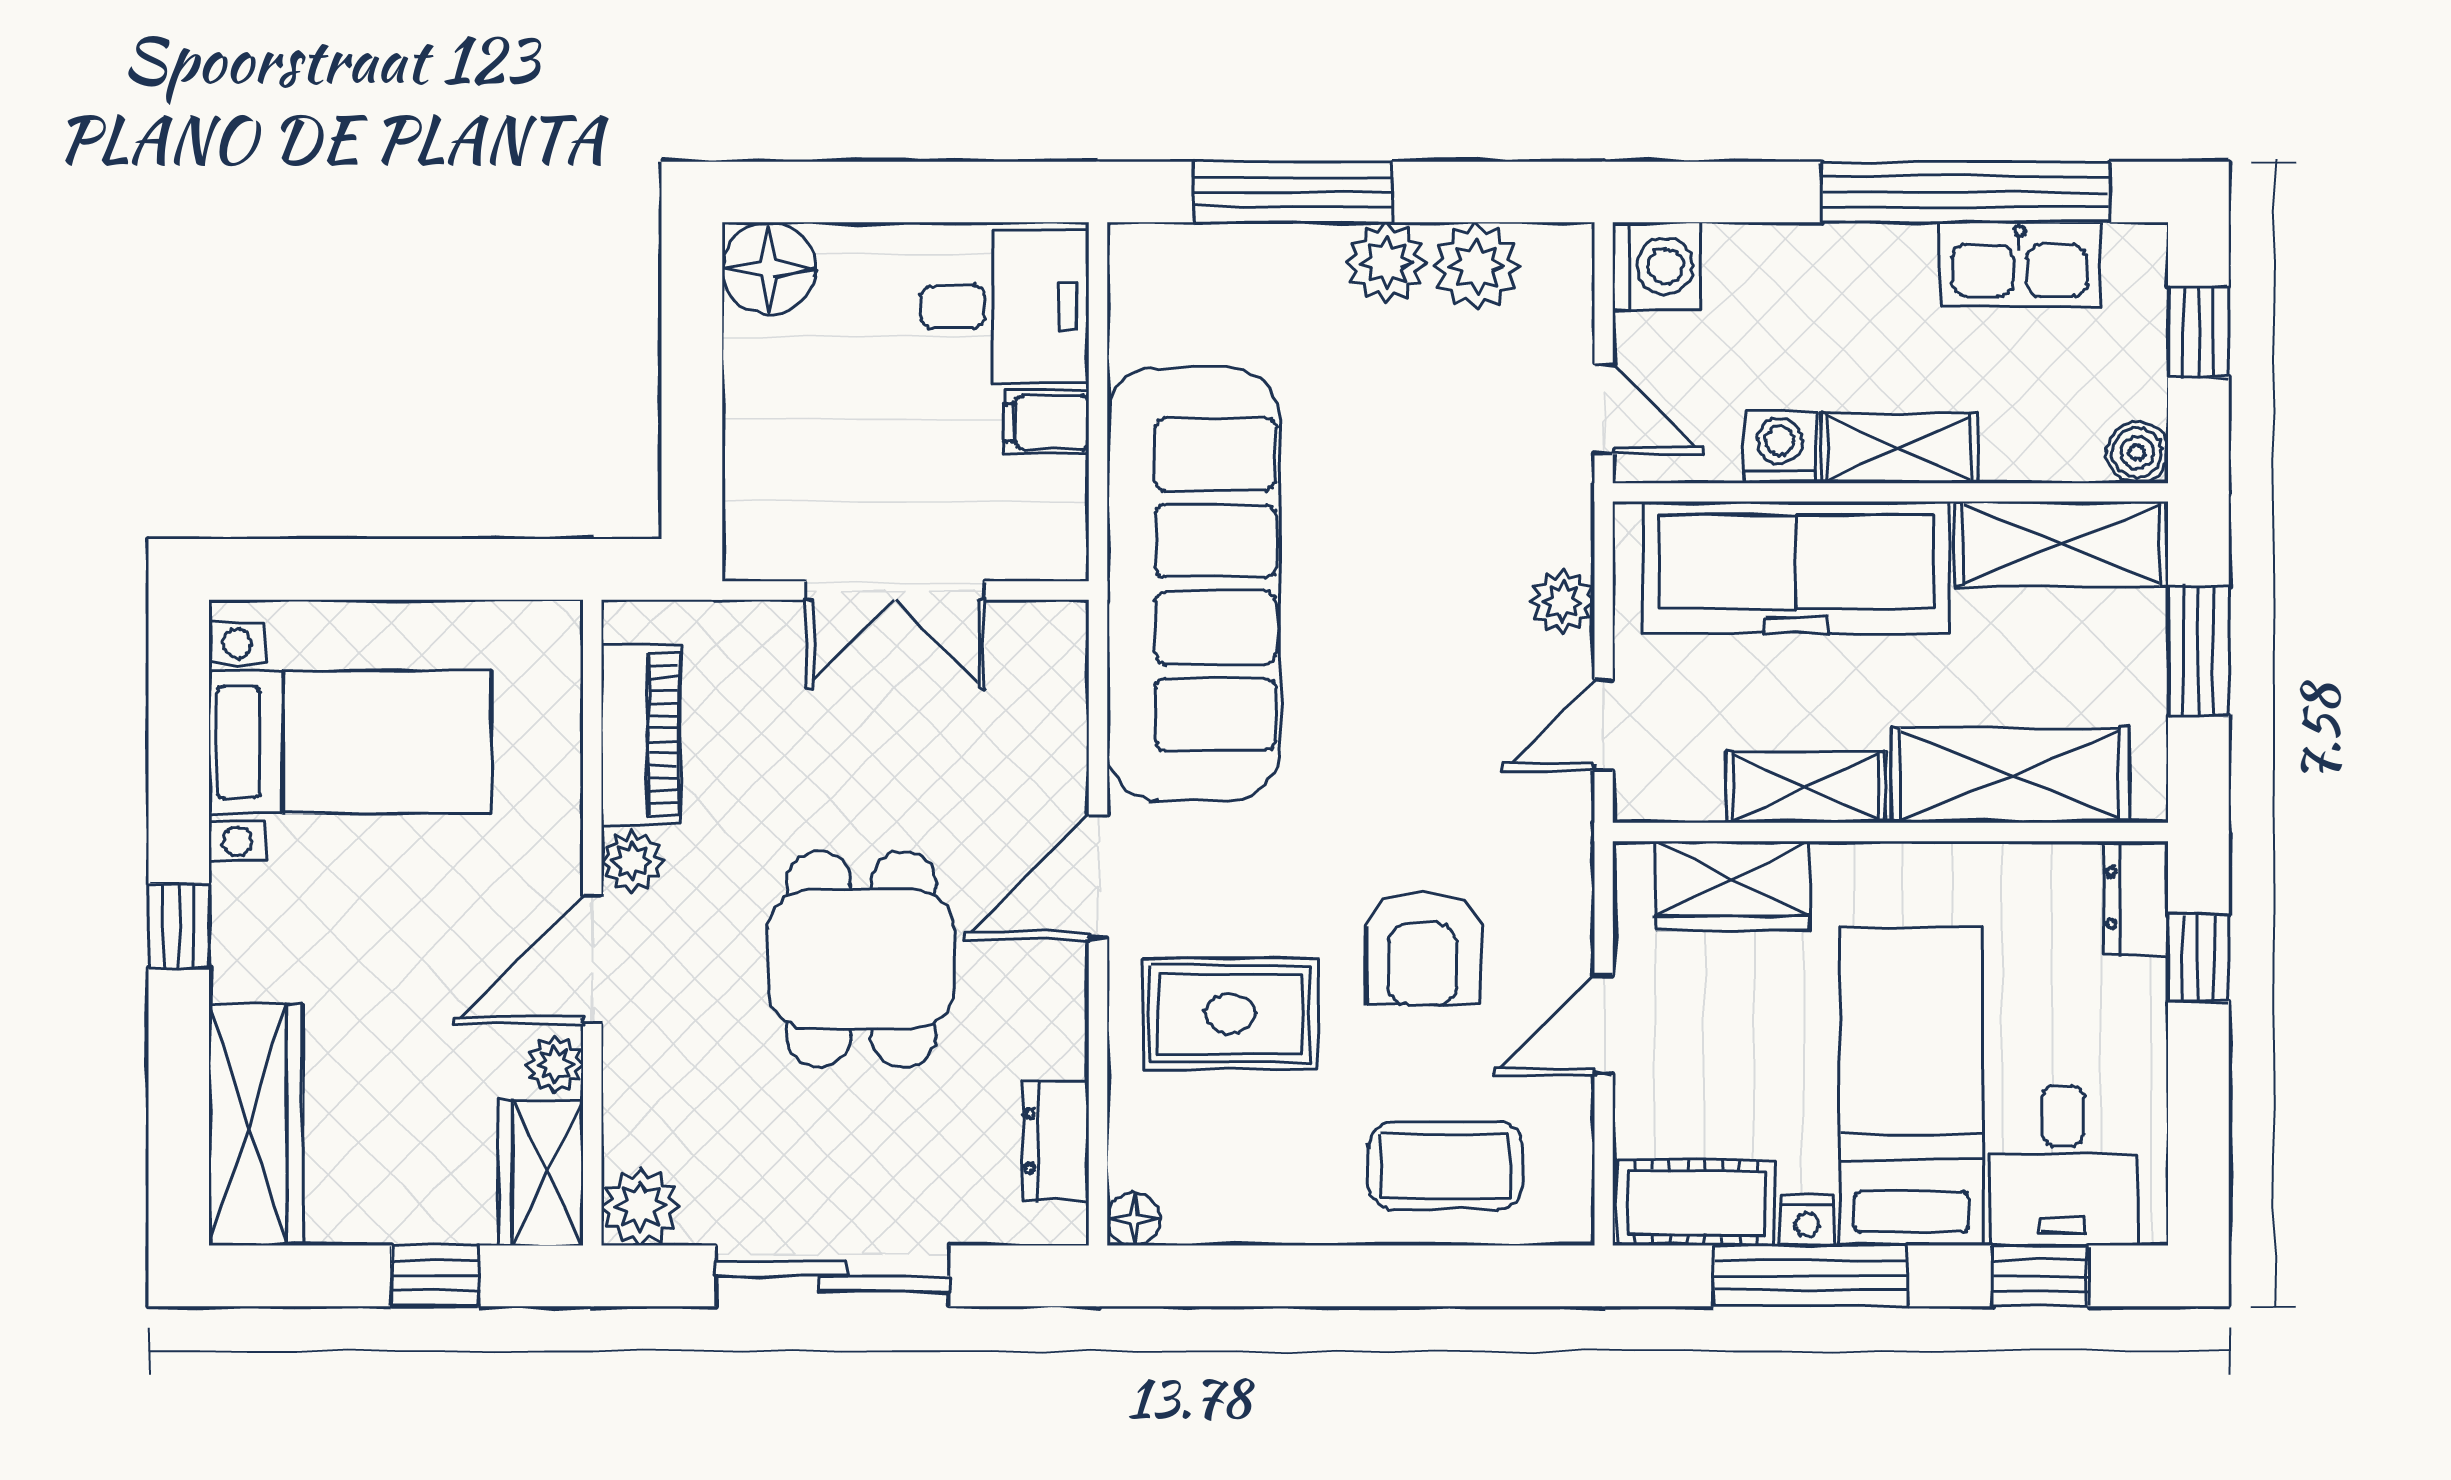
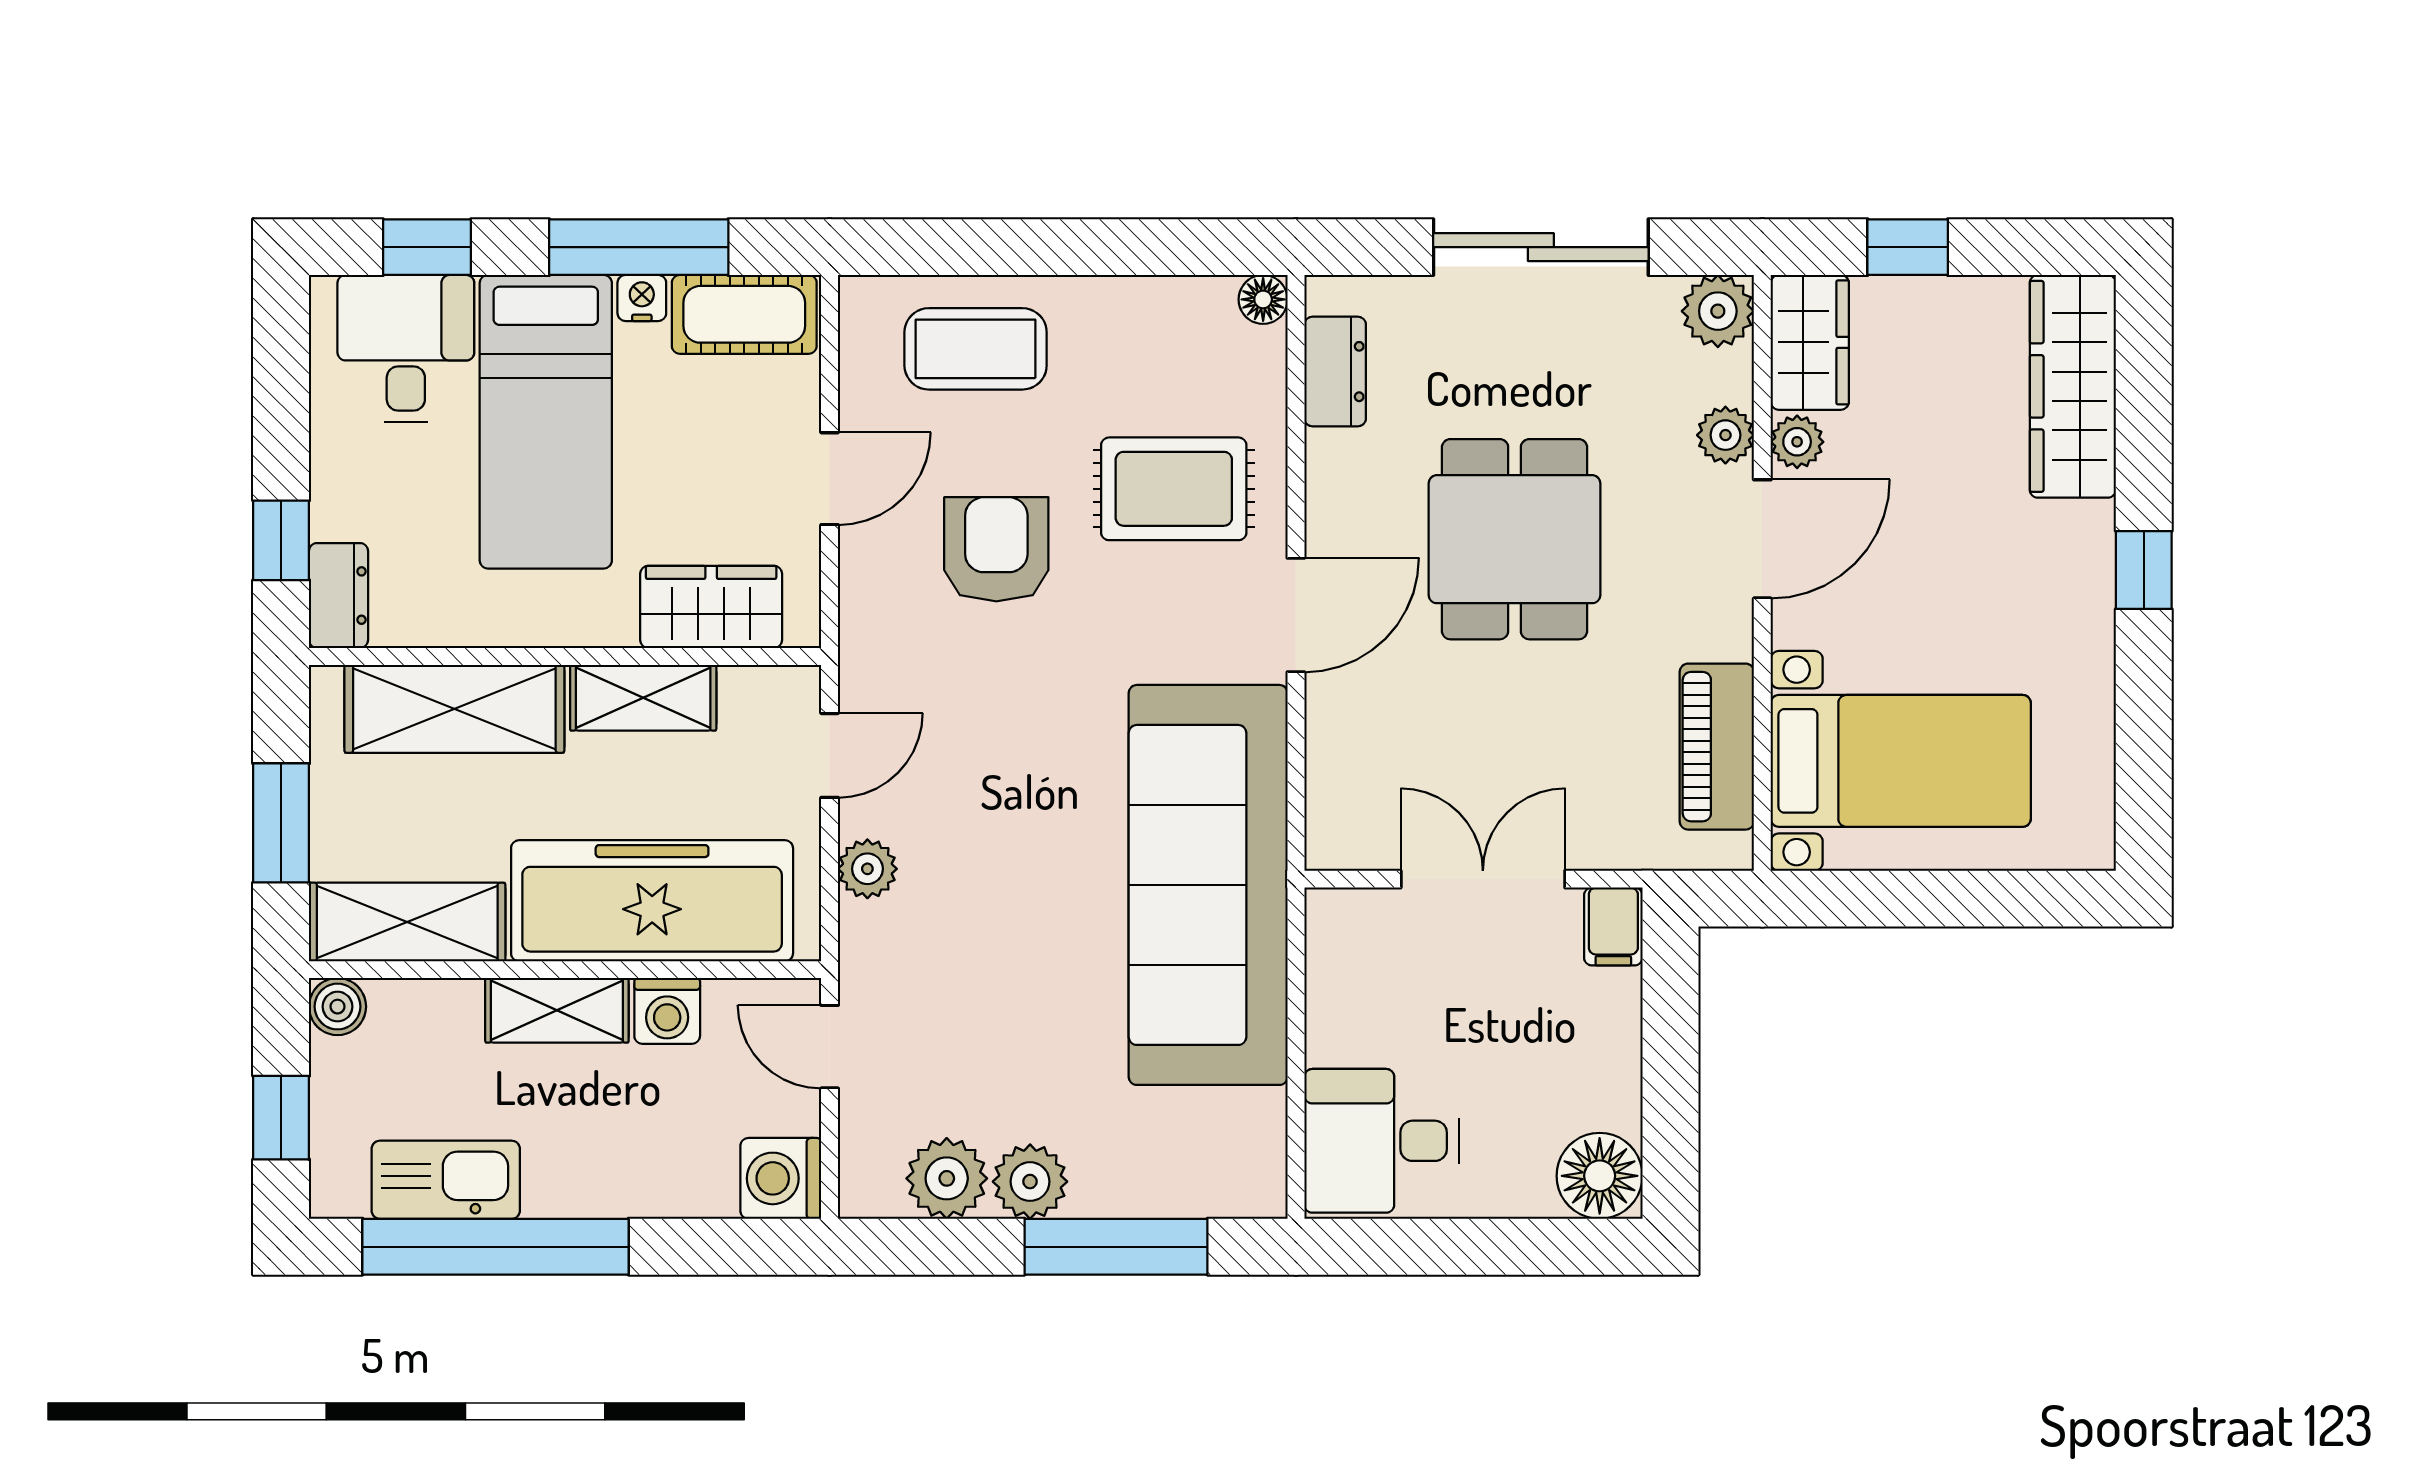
filing cabinet: (1047, 422) -> (1613, 926), moved, turned 90
bed with nightstands: (350, 742) -> (1901, 761), moved, turned 180
plant: (632, 861) -> (1725, 435), moved

